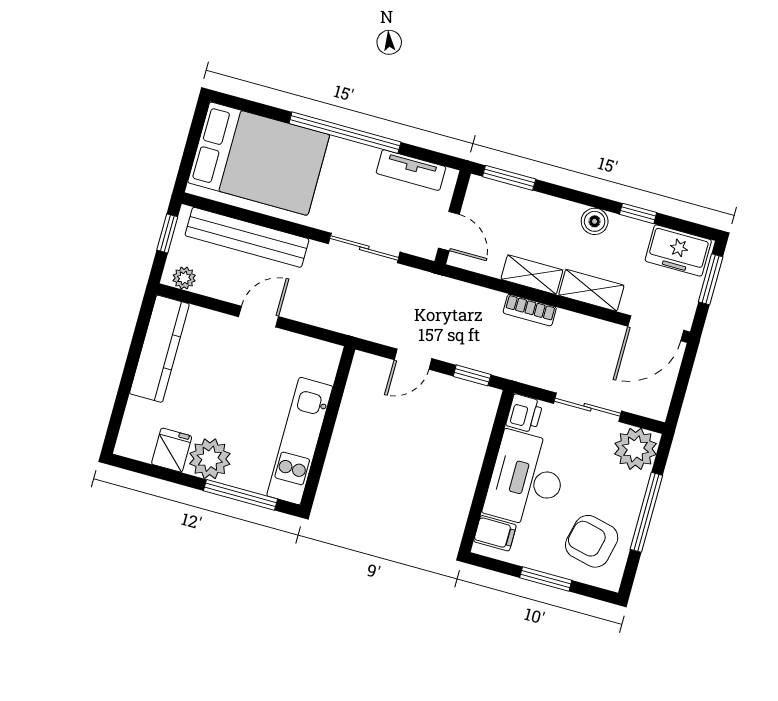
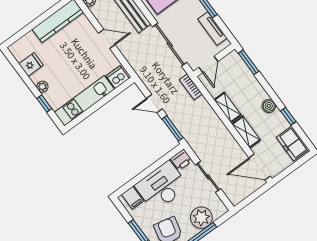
sliding door: (364, 248) -> (170, 45), width x1.37
window: (711, 279) -> (296, 165), removed
bookcase: (530, 310) -> (191, 87), moved
dishwasher: (323, 363) -> (118, 77), added
window: (472, 375) -> (173, 128), width x1.50
plant: (635, 449) -> (201, 218), moved
plant: (210, 459) -> (42, 87), width x0.53, depth x0.53
window: (240, 495) -> (44, 104), width x0.46

